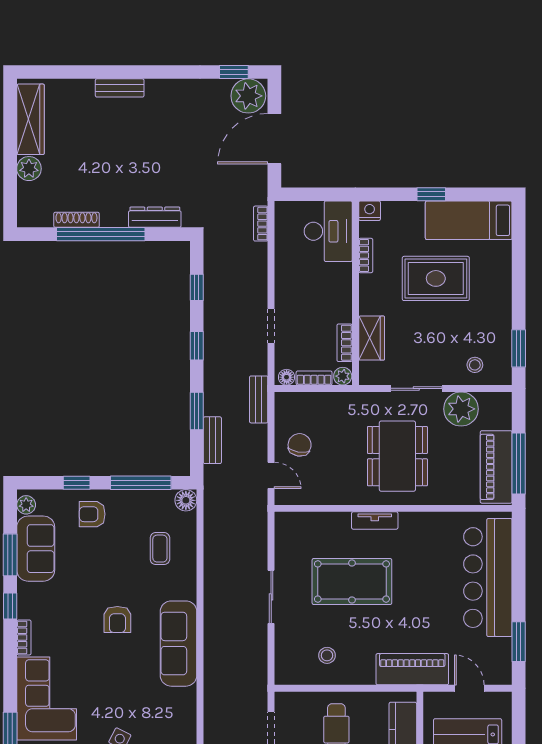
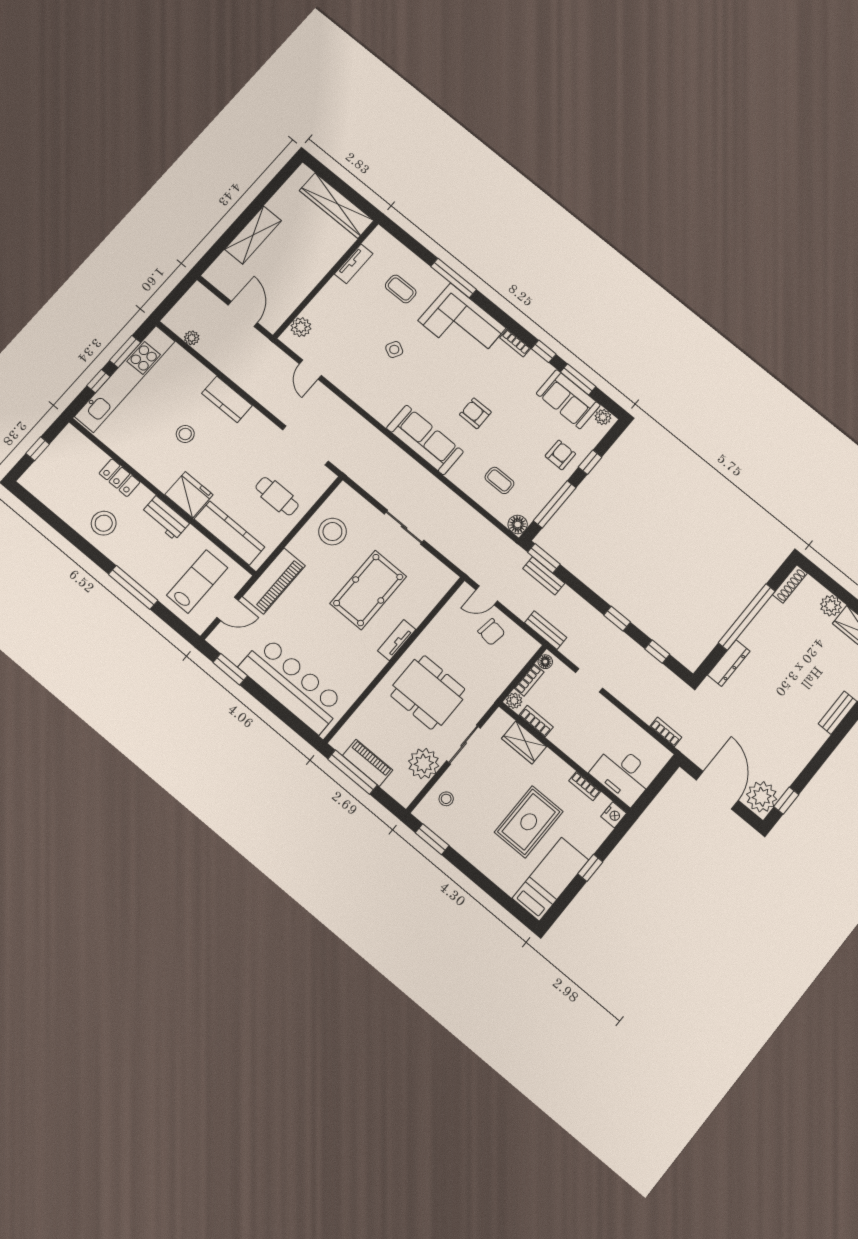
shoe rack: (76, 220) -> (790, 584), moved
window: (197, 411) -> (544, 558), moved
piano: (496, 467) -> (368, 763), width x0.73, depth x0.75
stool: (327, 655) -> (332, 532), width x1.89, depth x1.89

